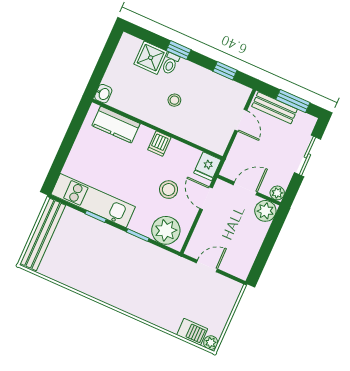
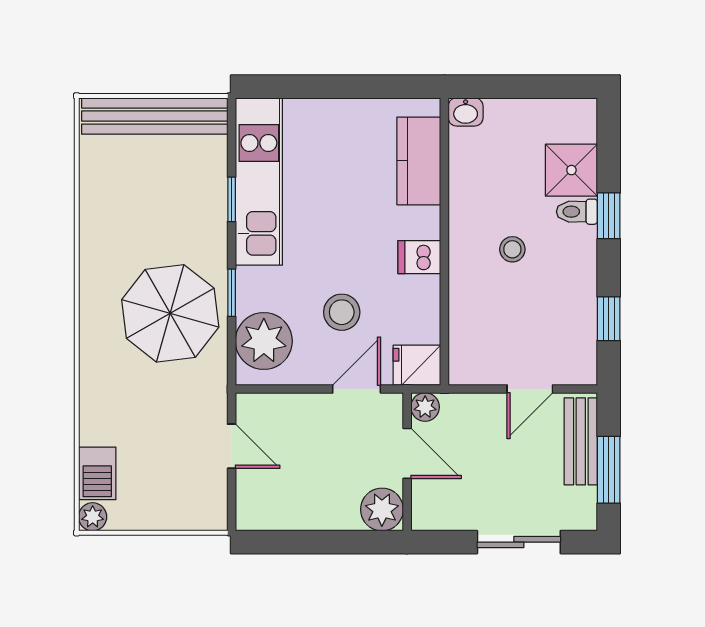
plant: (277, 193) -> (425, 407), moved
parasol: (135, 267) -> (170, 313), added

